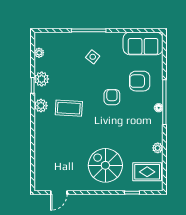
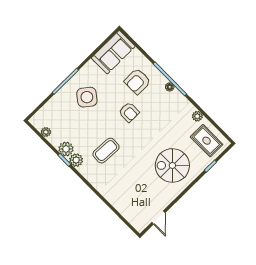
side table: (93, 57) -> (87, 97), width x1.87, depth x1.87
armchair: (112, 97) -> (129, 112), turned 180
plant: (41, 106) -> (76, 160), moved
rug: (147, 172) -> (207, 141), turned 90

